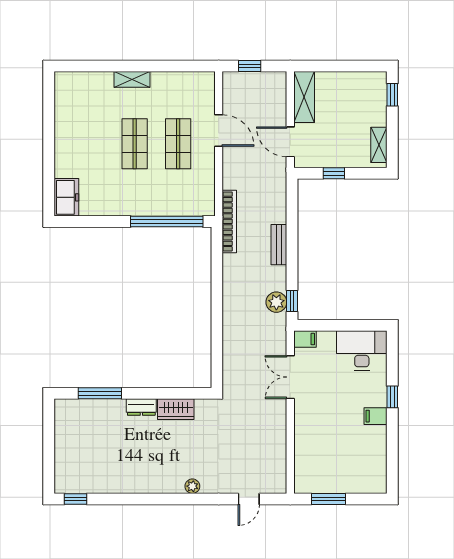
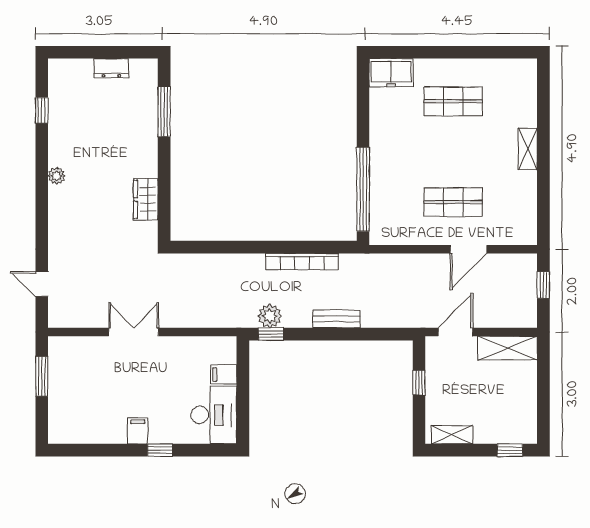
shop shelf: (135, 144) -> (453, 101), moved
bookcase: (229, 221) -> (302, 262), moved
filing cabinet: (305, 339) -> (224, 375), moved, turned 90
double door: (290, 377) -> (134, 332), moved
dresser: (141, 407) -> (111, 68), moved, turned -90
plant: (192, 486) -> (56, 176), moved
window: (75, 499) -> (42, 110), moved

